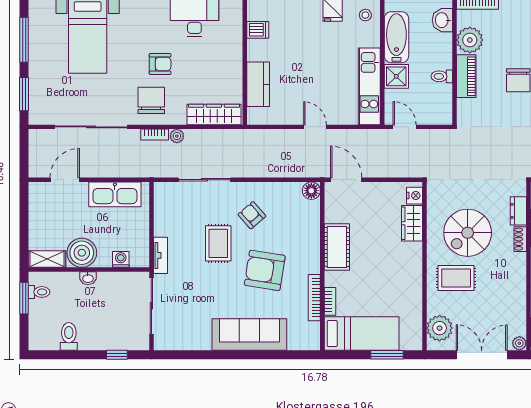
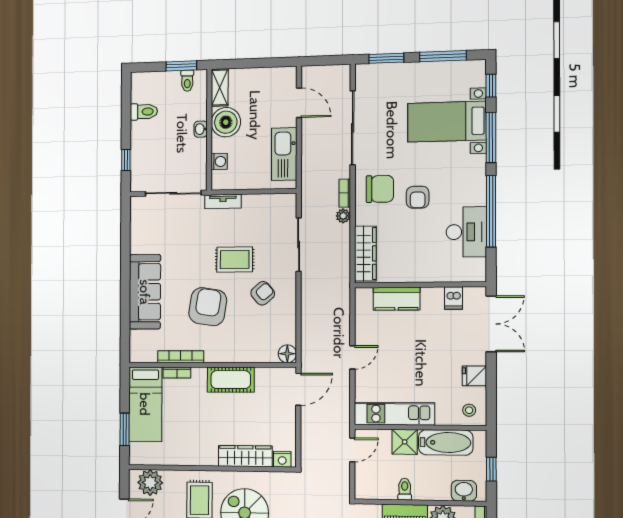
wardrobe: (412, 223) -> (245, 456), width x1.50

